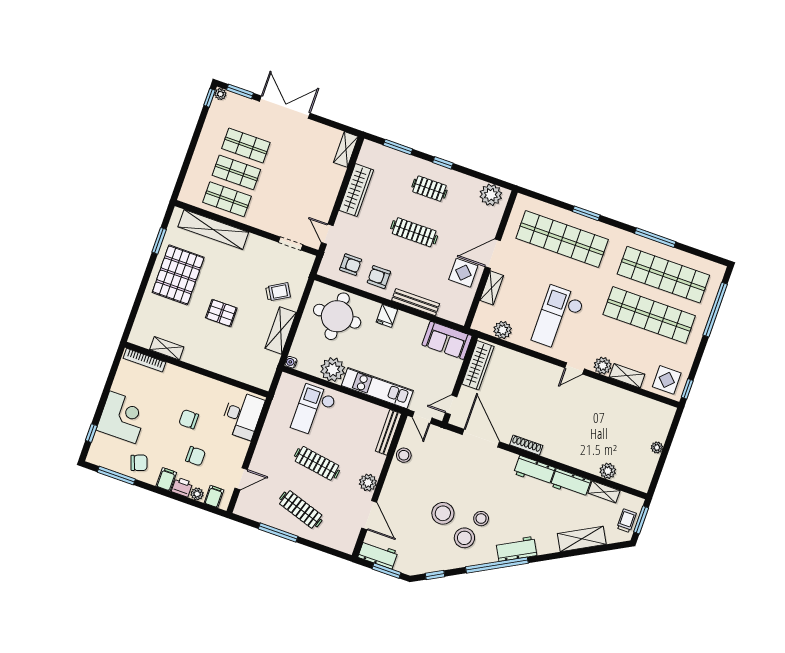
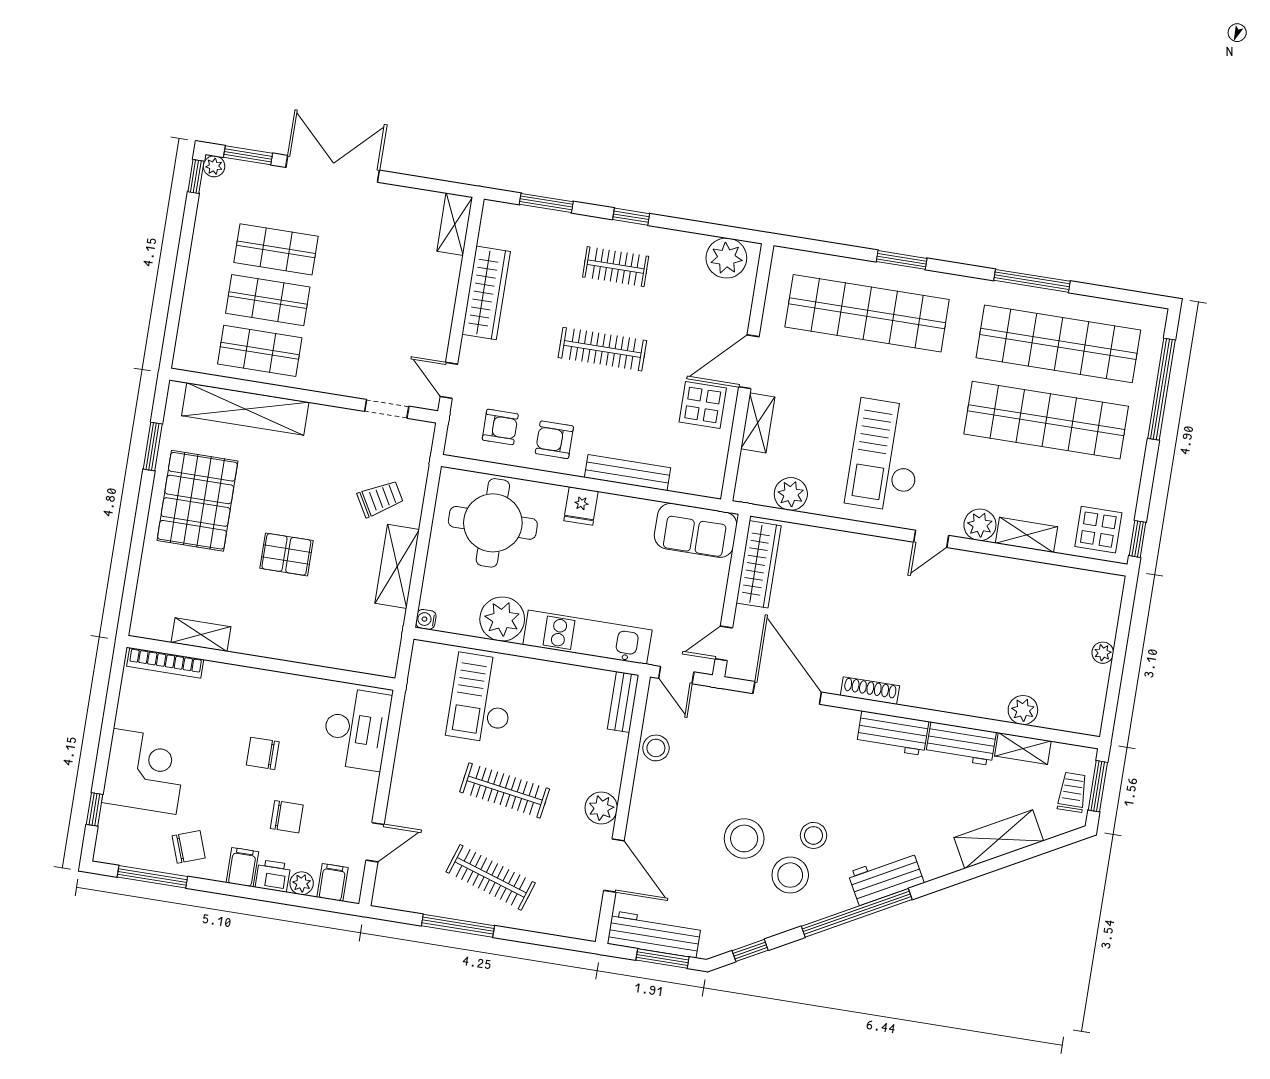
bench: (388, 432) -> (623, 702), width x0.73
workbench: (378, 554) -> (654, 934), width x1.38

